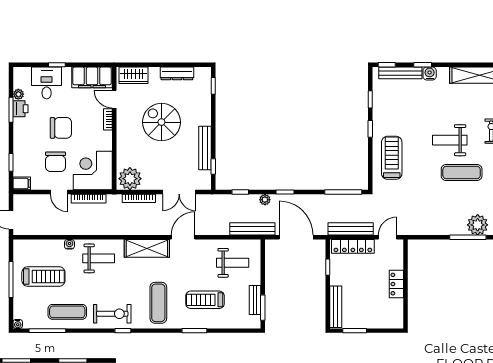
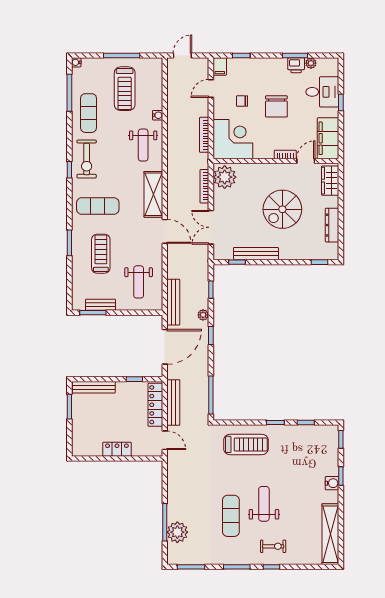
bench: (400, 73) -> (333, 453), removed
spiral stairs: (161, 122) -> (282, 209), turned 180
chair: (56, 162) -> (242, 101), width x0.54, depth x0.54
door: (59, 192) -> (211, 88), moved

